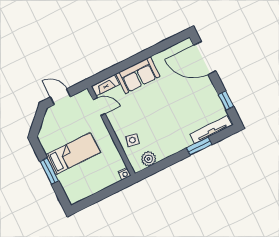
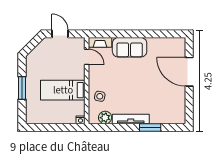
door: (205, 58) -> (189, 72), moved
window: (226, 100) -> (189, 102), removed
tv unit: (211, 130) -> (131, 119), moved
bed: (73, 154) -> (63, 90), moved, turned 180

